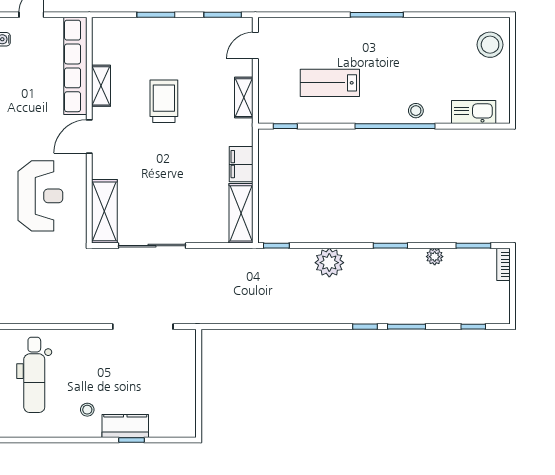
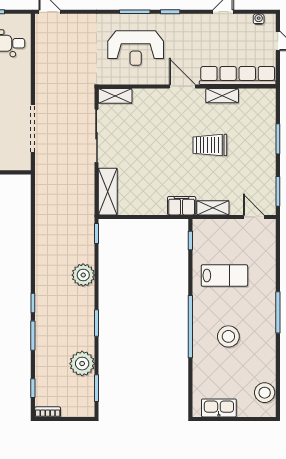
stool: (490, 45) -> (265, 393), moved
lab bench: (330, 83) -> (224, 275), turned 90
trolley: (164, 101) -> (210, 145), turned 180
stool: (416, 111) -> (228, 336), moved, width x1.89, depth x1.89
kitchen sink: (474, 112) -> (219, 408), moved, turned -90
filing cabinet: (241, 164) -> (182, 206), moved
shelving: (104, 211) -> (115, 96), width x0.67, depth x0.75
shelving: (241, 213) -> (108, 192), moved, turned 90
plant: (435, 257) -> (82, 364), width x1.88, depth x1.88
bookcase: (504, 264) -> (48, 412), moved

